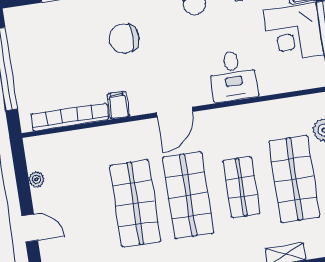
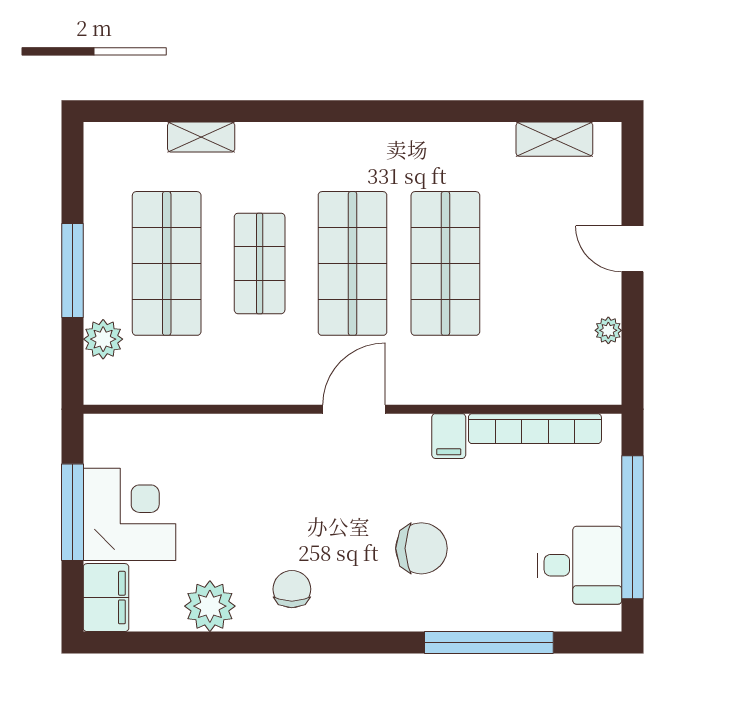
desk: (233, 76) -> (580, 565), moved, turned 90

